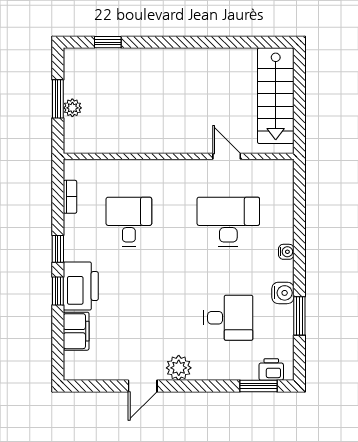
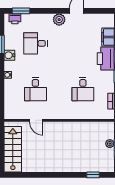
desk: (228, 222) -> (35, 89), width x0.73

